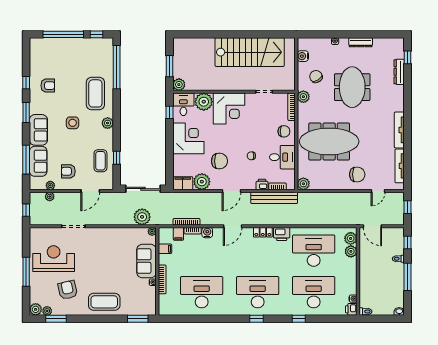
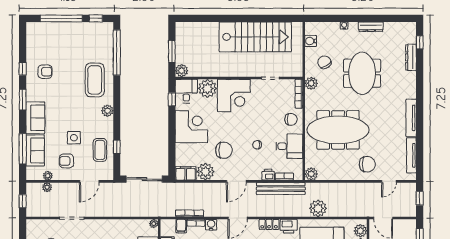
side table: (73, 123) -> (74, 138), moved
plant: (142, 217) -> (318, 208), moved

